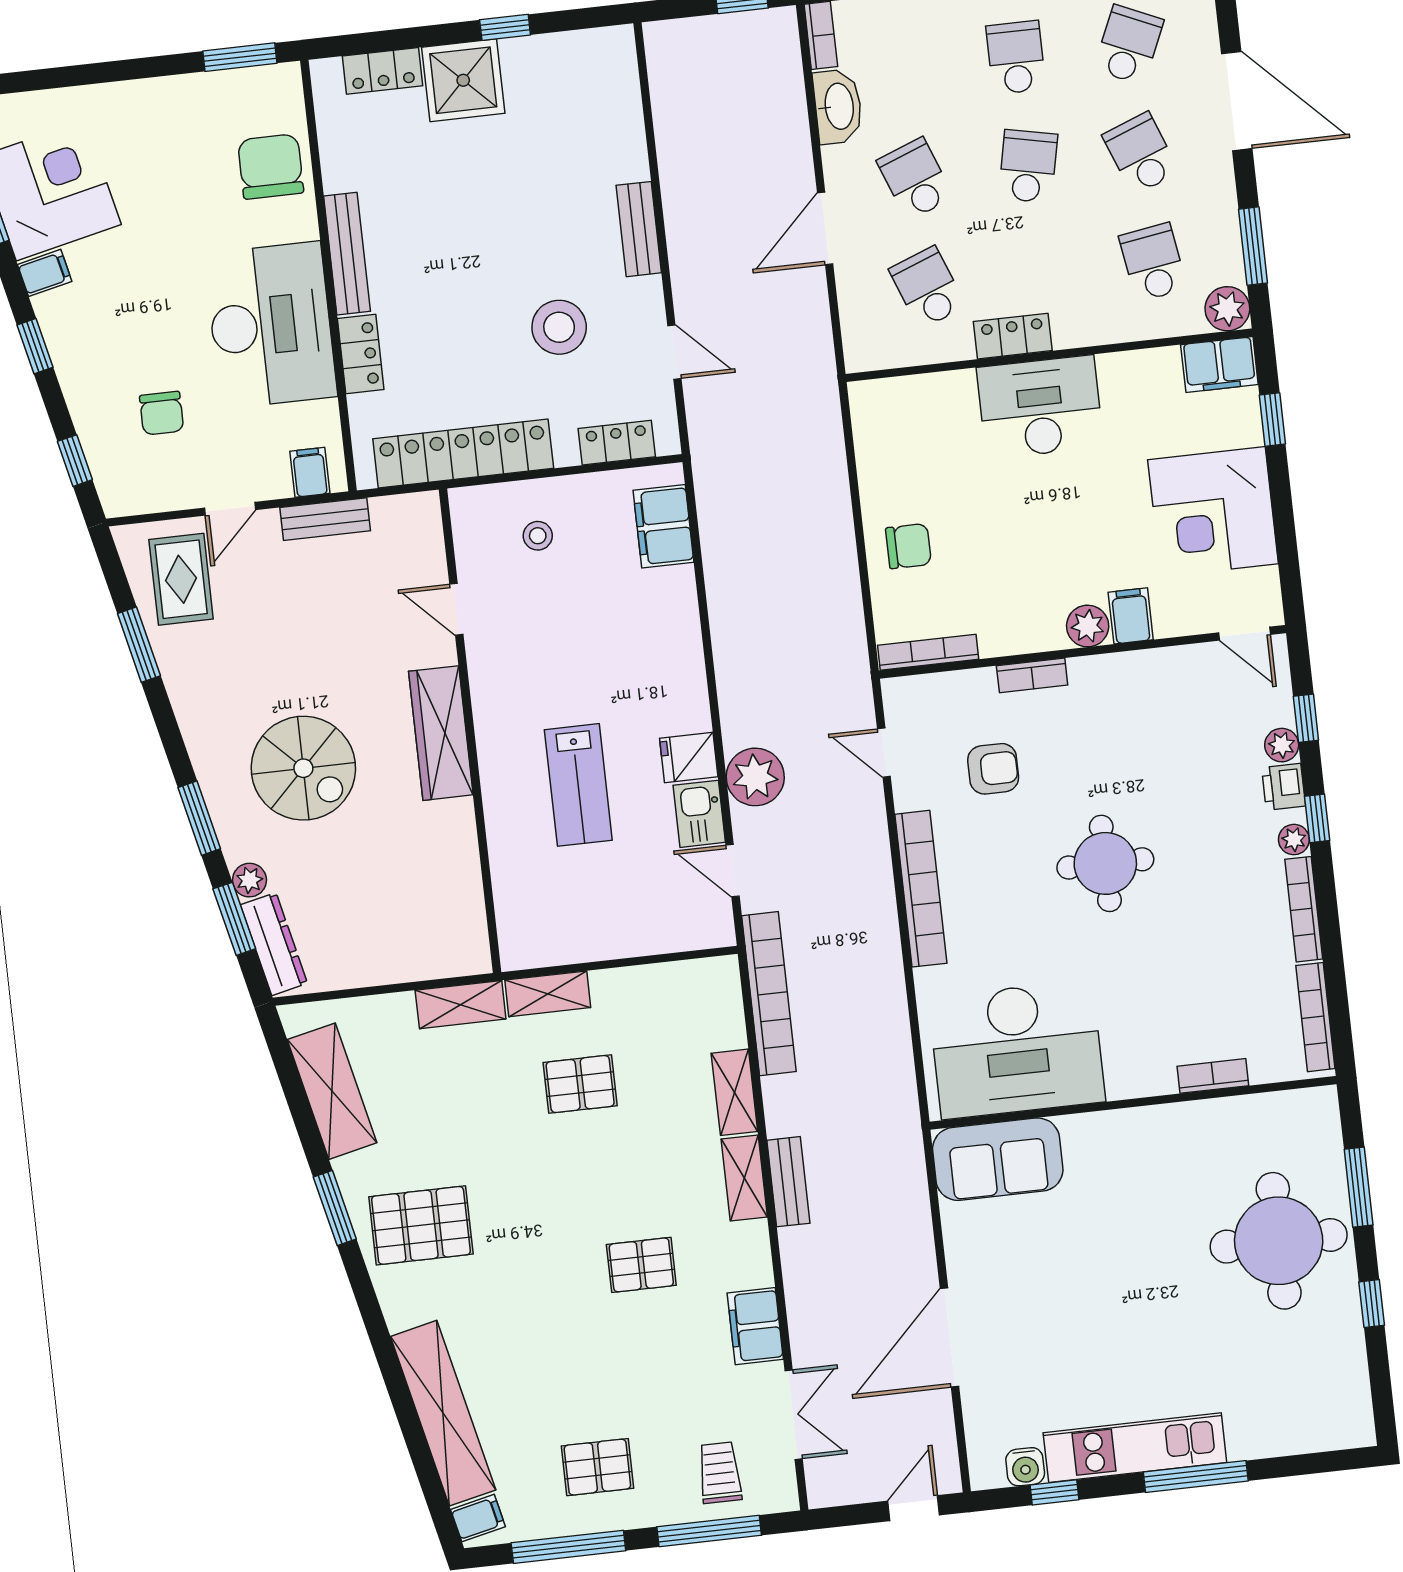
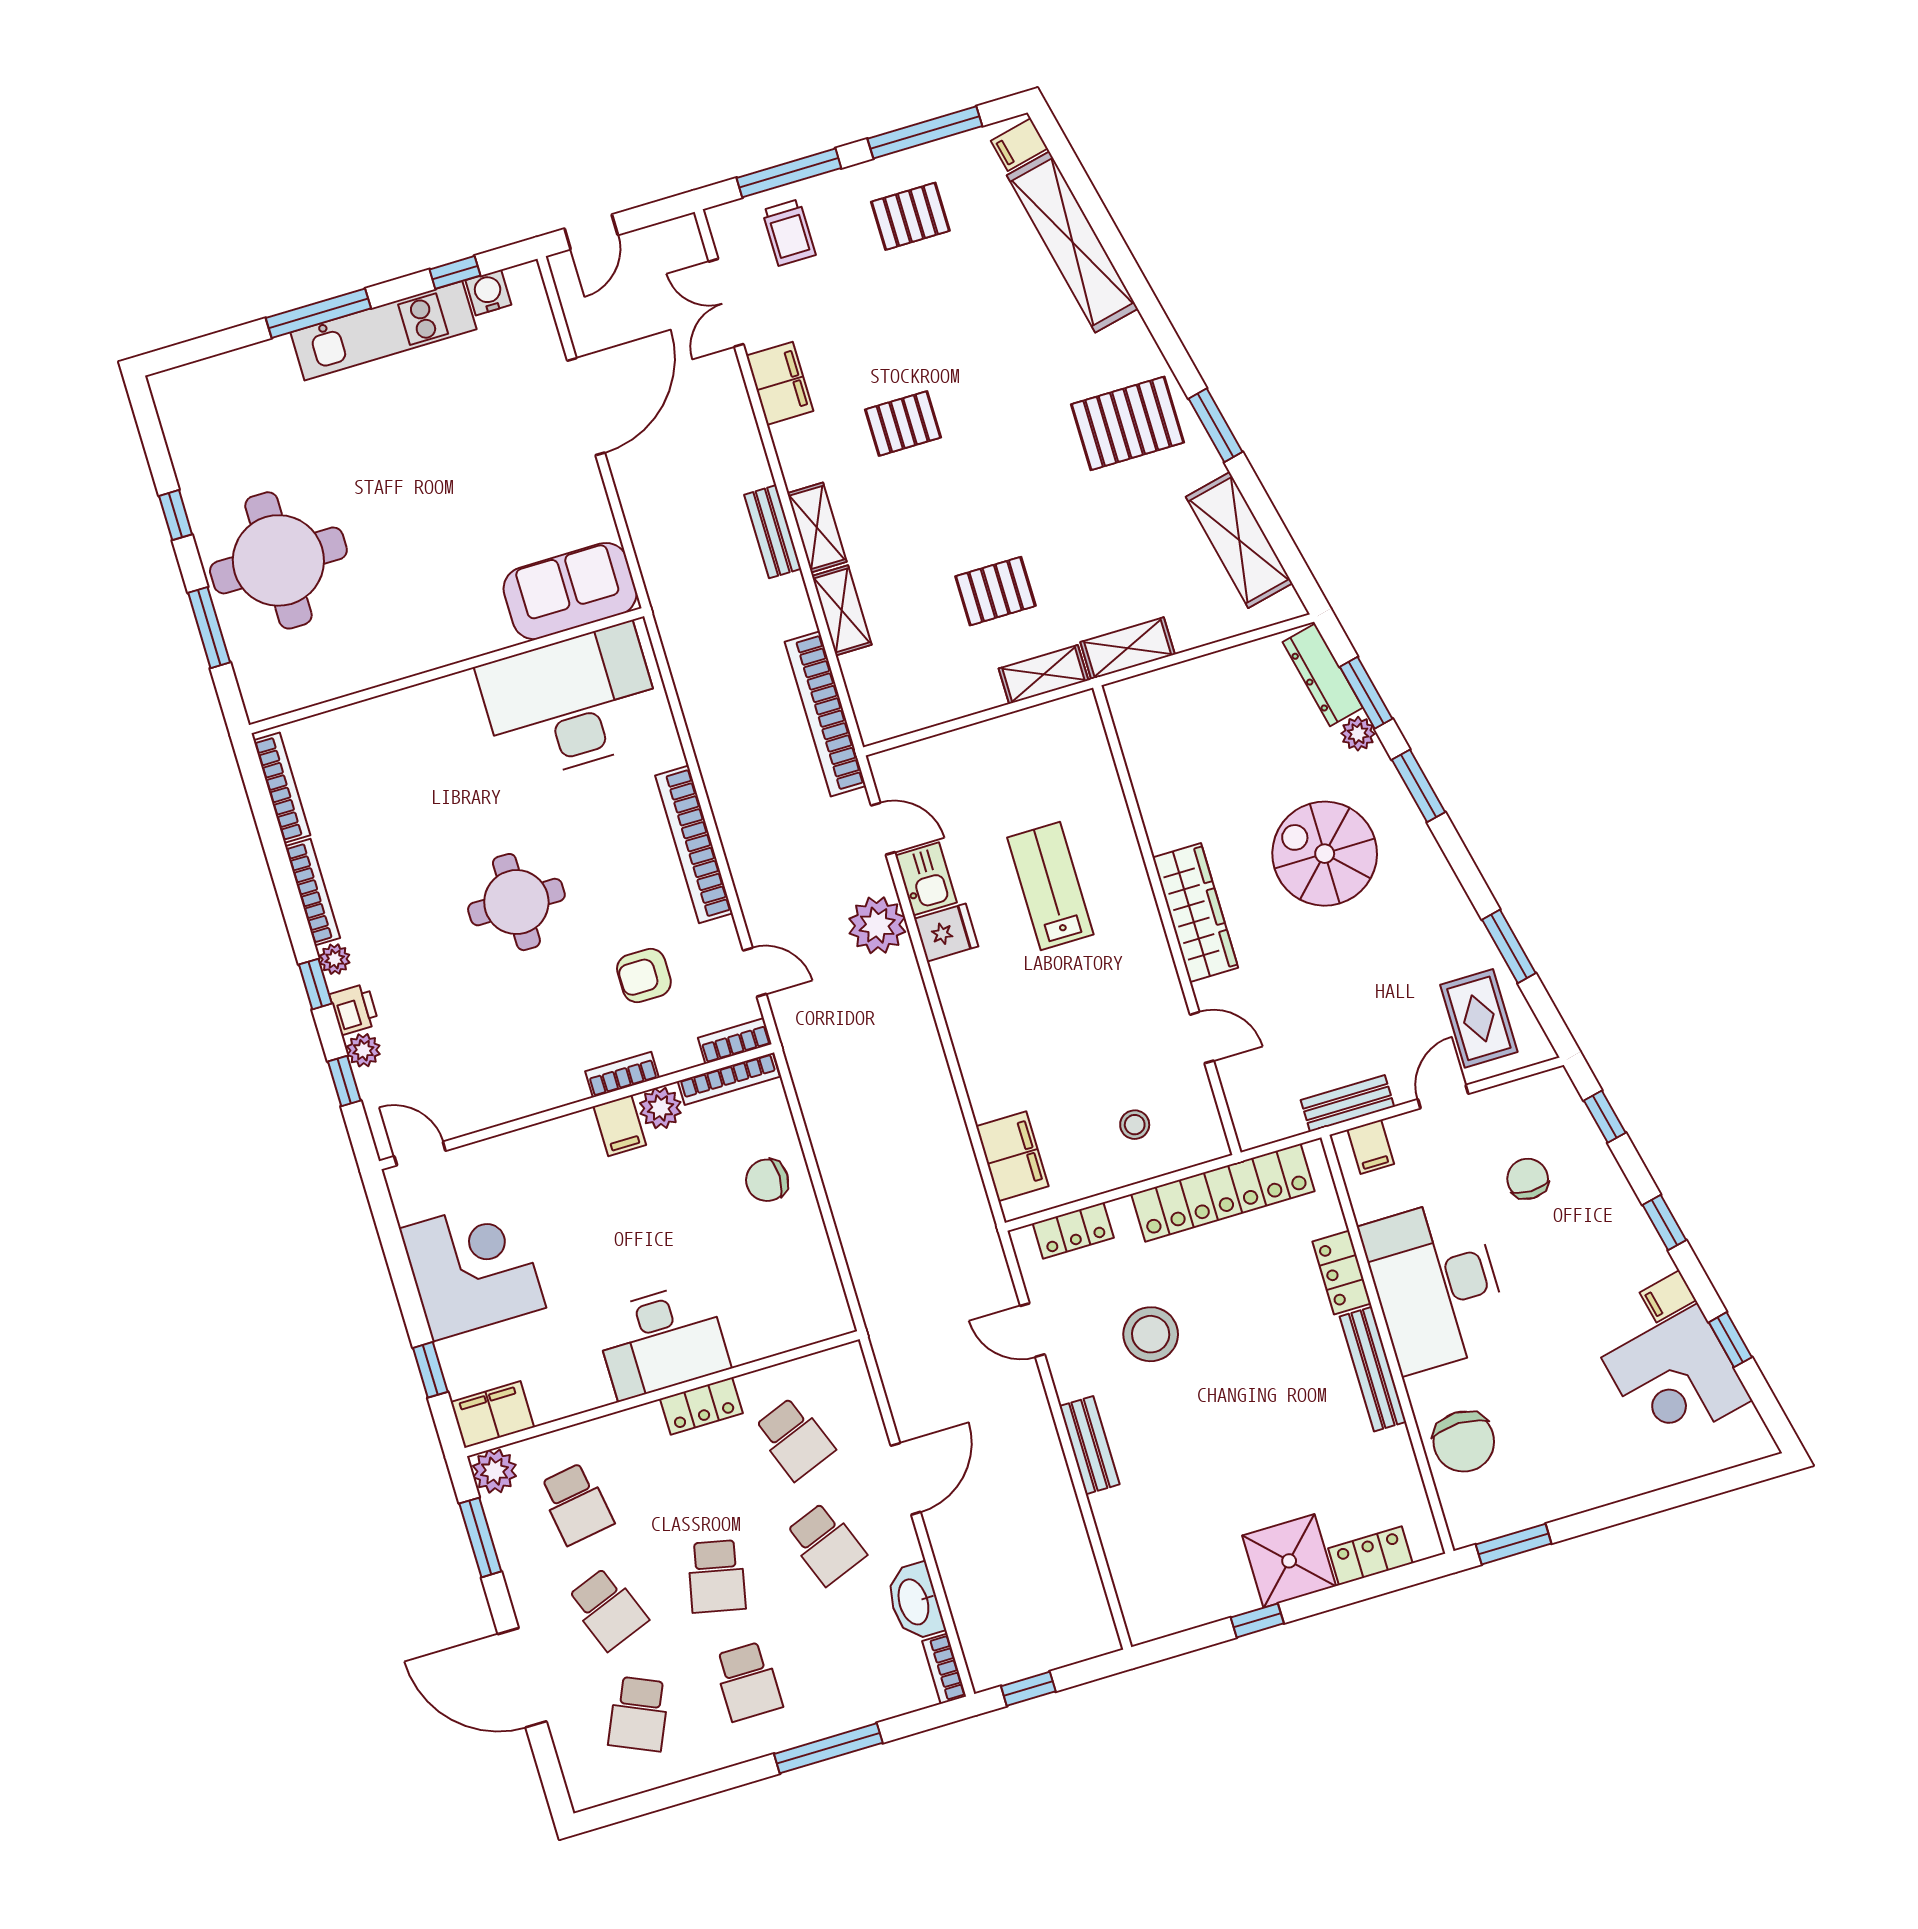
filing cabinet: (1131, 616) -> (620, 1126), moved
plant: (1088, 626) -> (660, 1108), moved
bookcase: (1213, 1076) -> (735, 1041), moved, turned 180

